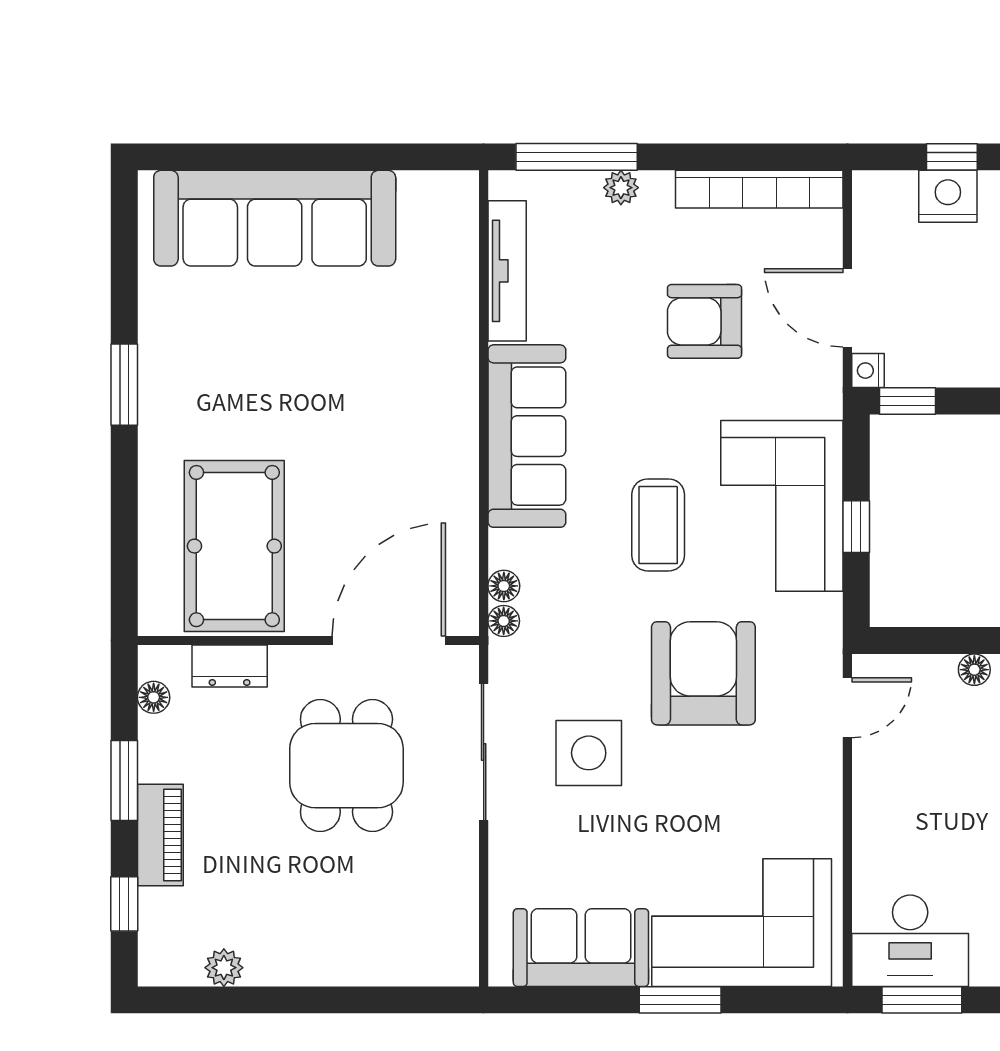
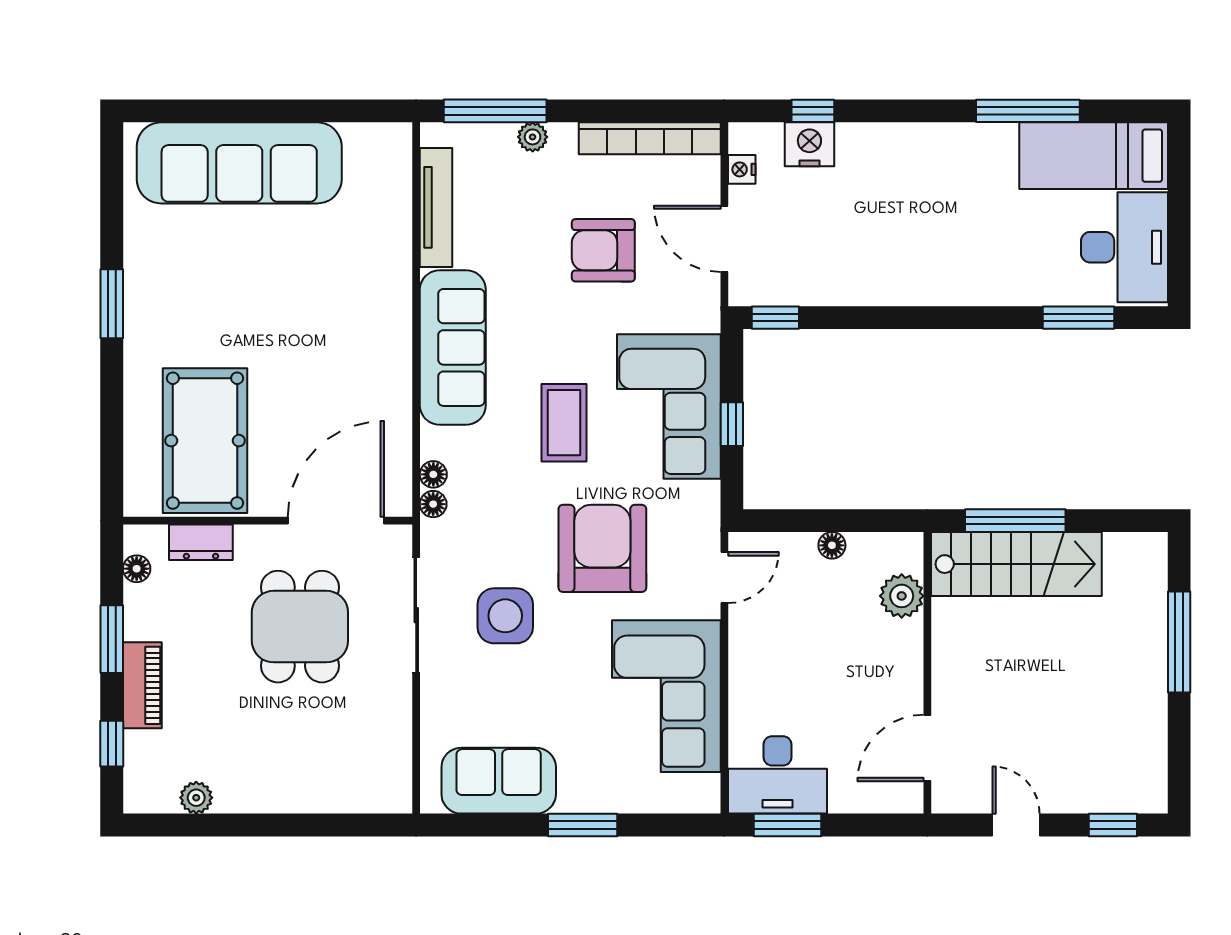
nightstand: (868, 371) -> (742, 169), moved
corner sofa: (742, 923) -> (666, 696), moved, turned -90

